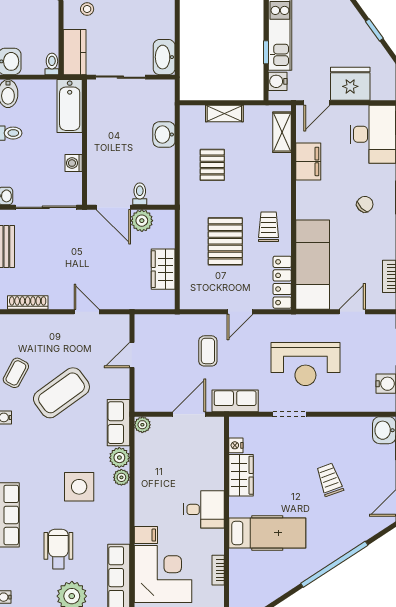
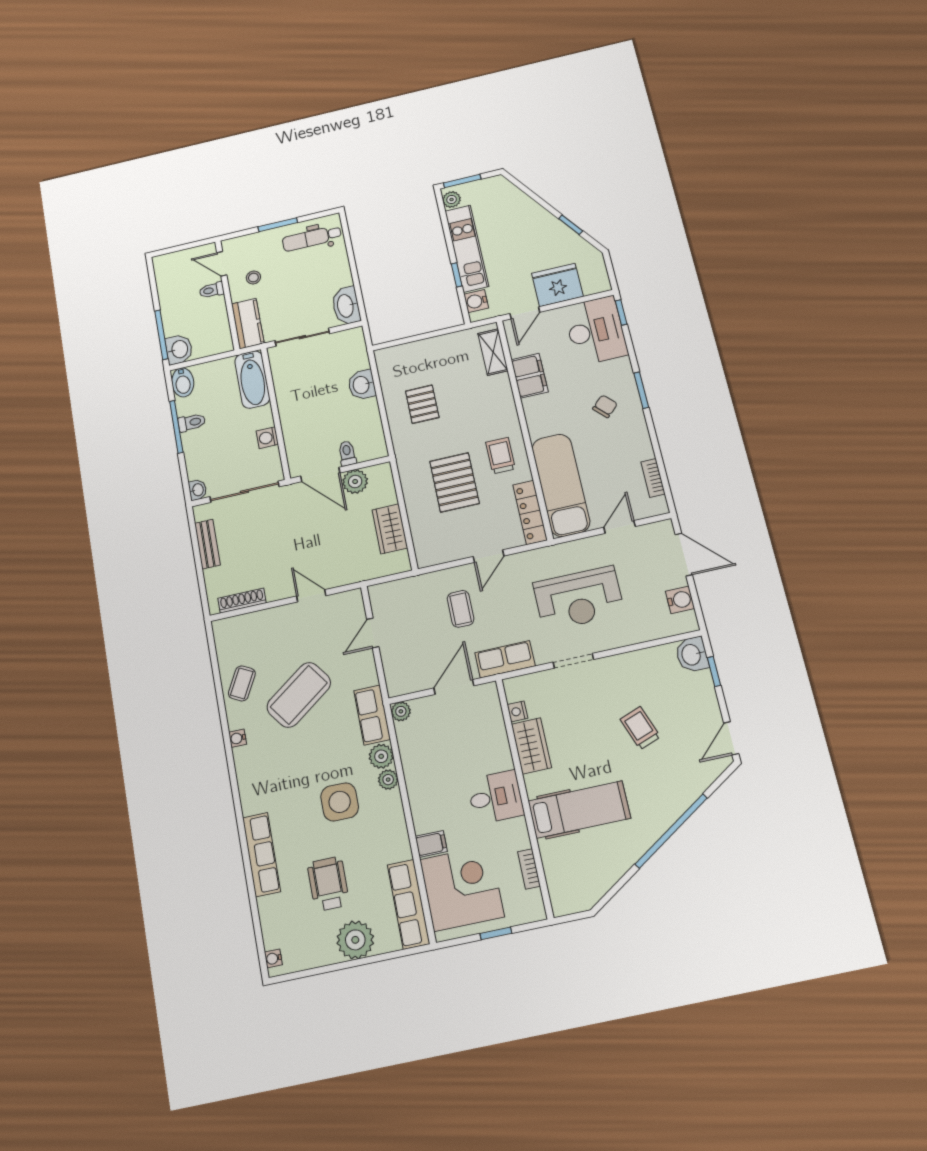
toilet: (52, 64) -> (212, 290), moved, turned -90
shelving: (224, 114) -> (424, 348), removed

